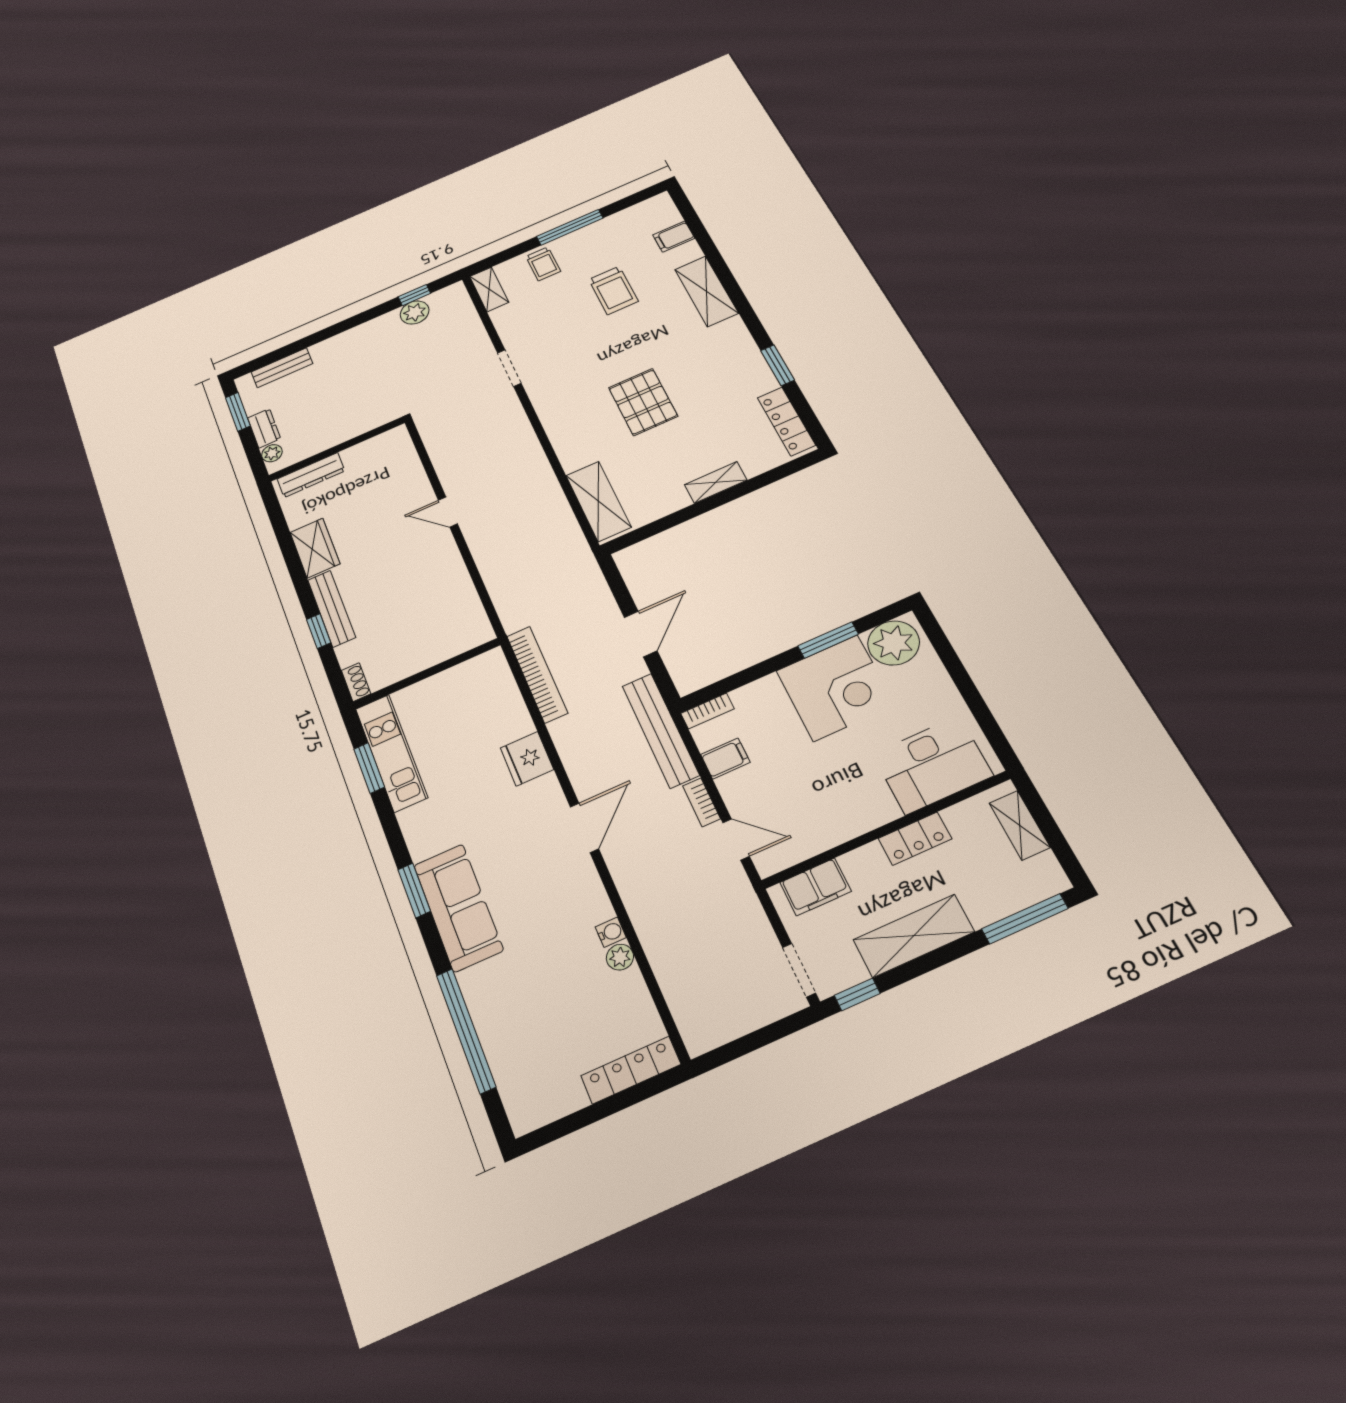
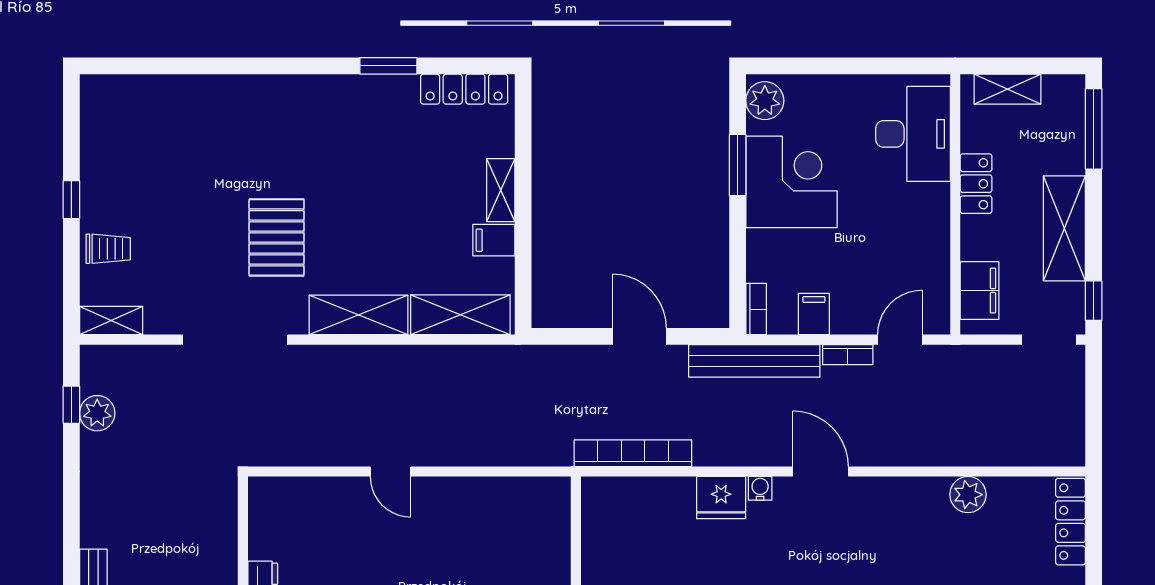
window: (570, 227) -> (71, 200), width x0.46
filing cabinet: (674, 237) -> (494, 240), moved, turned 90
trolley: (613, 290) -> (190, 189), removed
shelving: (706, 291) -> (358, 315), moved
doorway: (509, 368) -> (235, 340), width x1.88
pallet: (643, 402) -> (277, 237), moved, turned 90
door: (448, 512) -> (391, 472), hinge flipped
plant: (894, 643) -> (765, 101), width x0.73, depth x0.73
water cooler: (611, 932) -> (760, 488), moved
plant: (620, 957) -> (968, 495), width x1.38, depth x1.38

